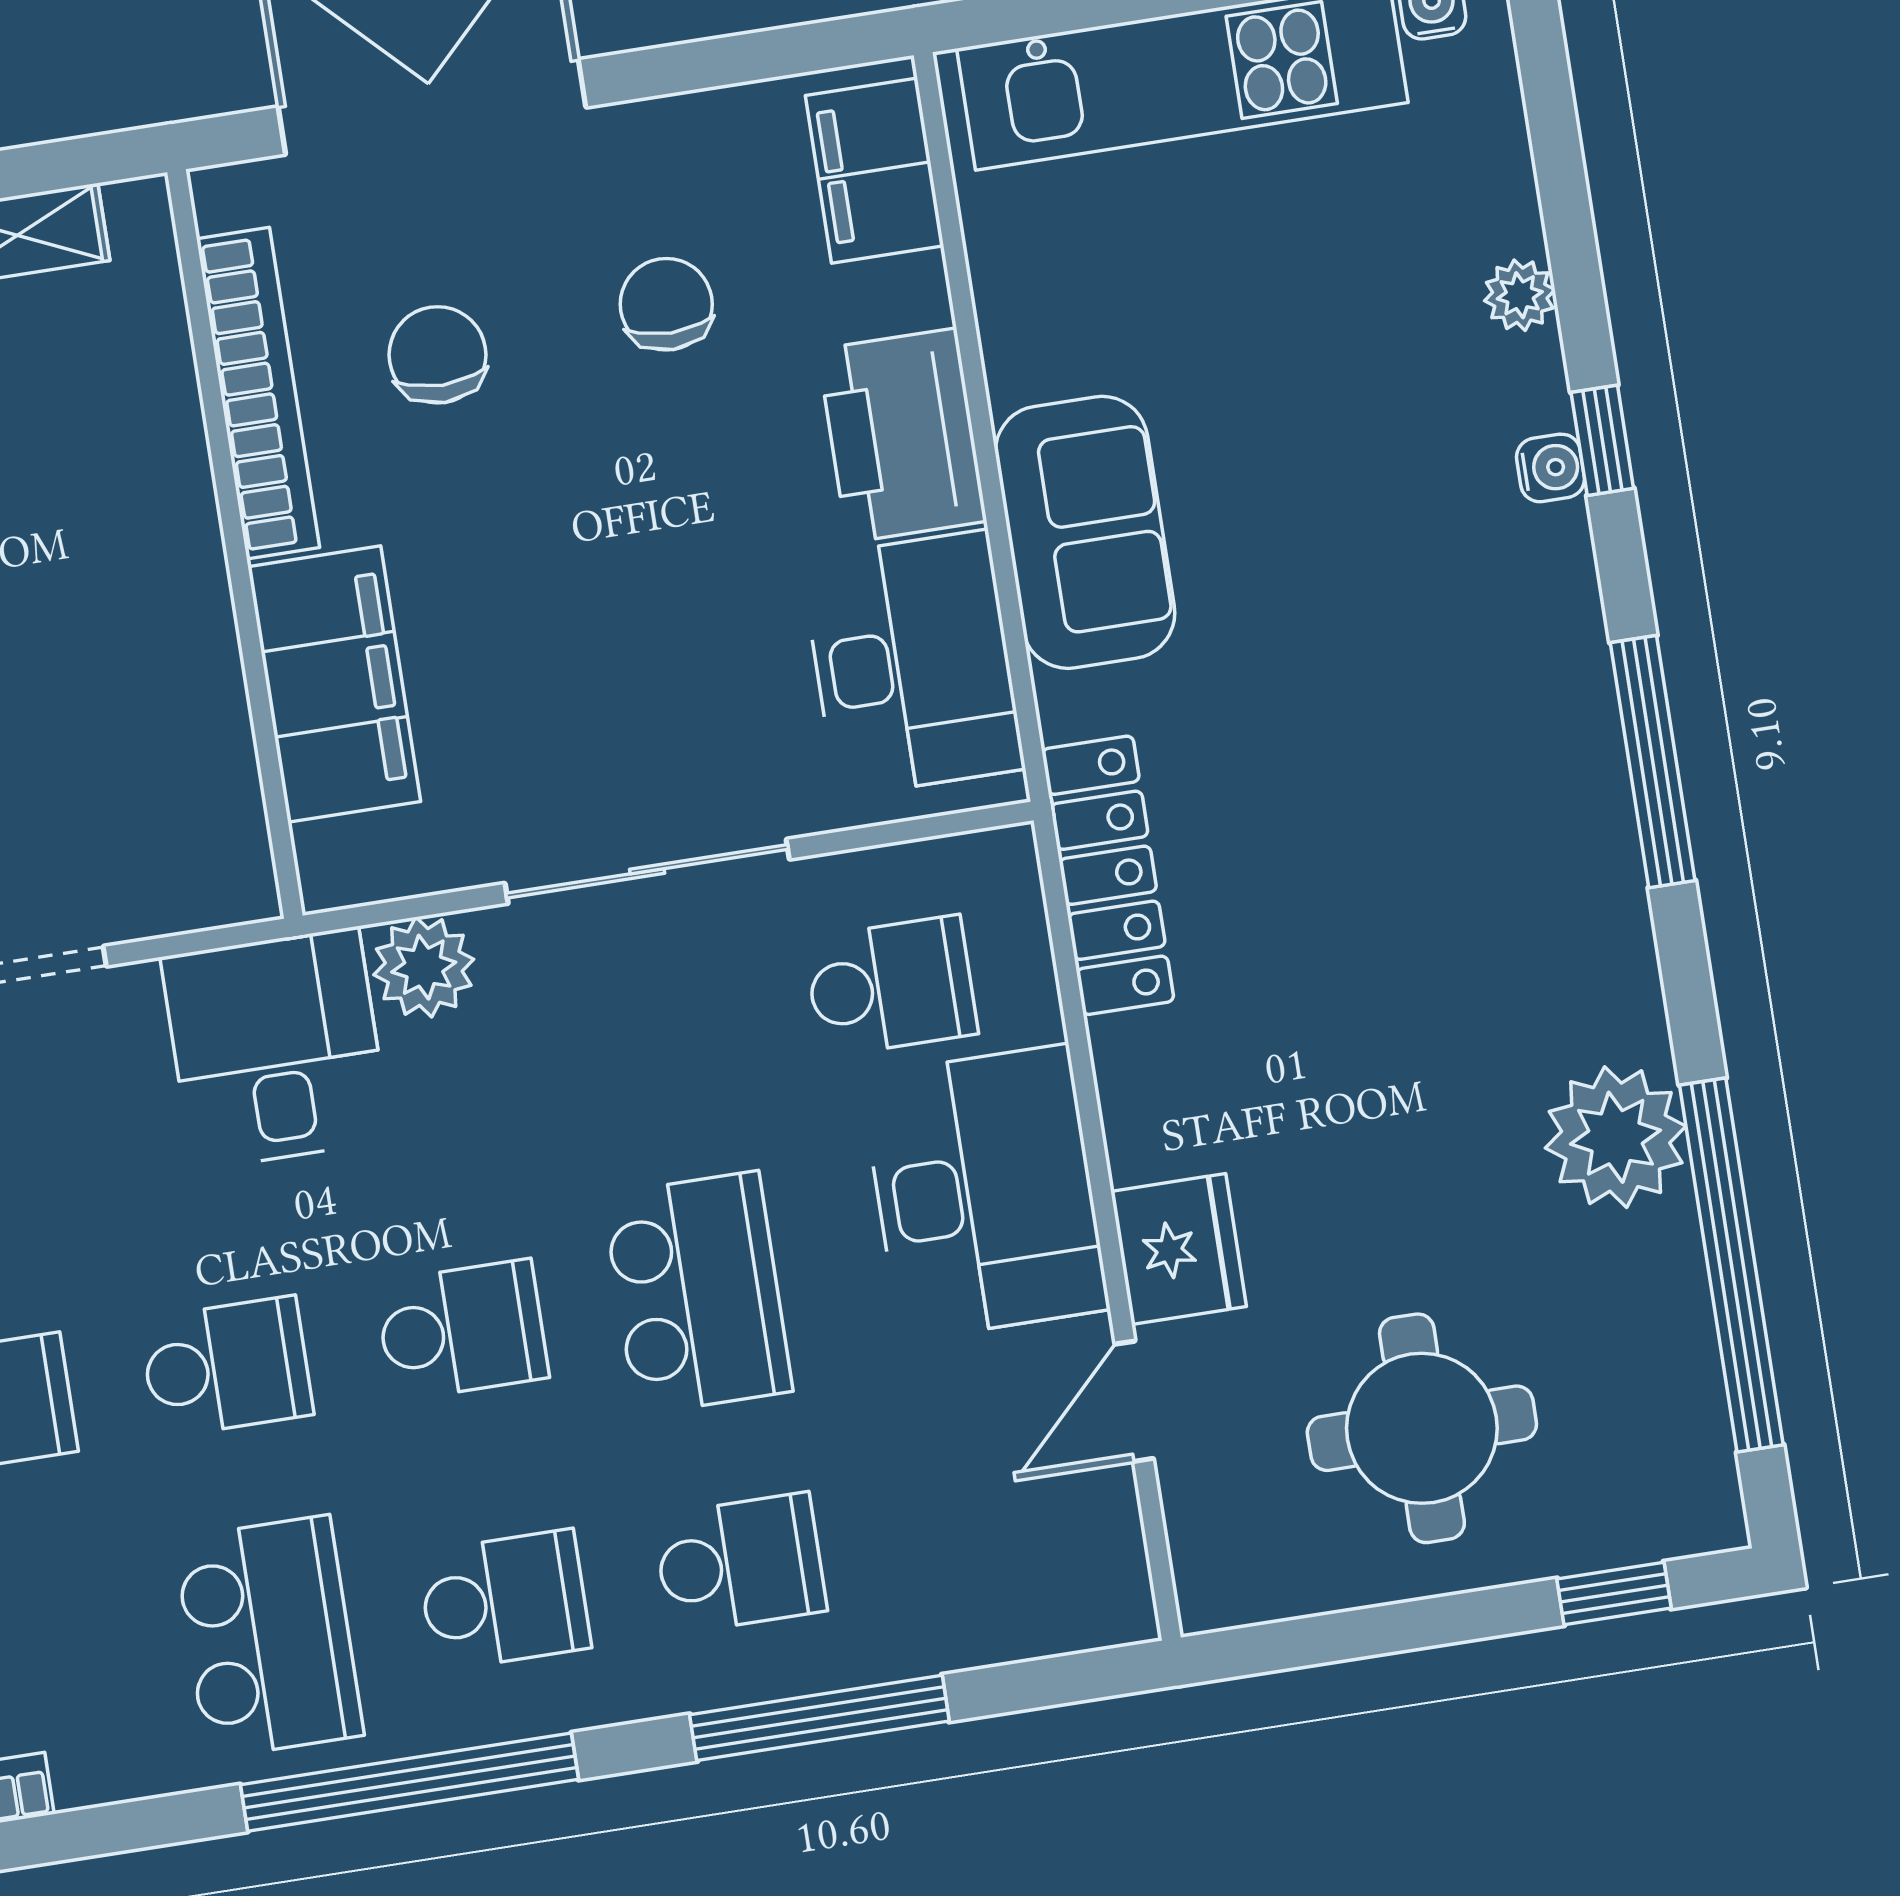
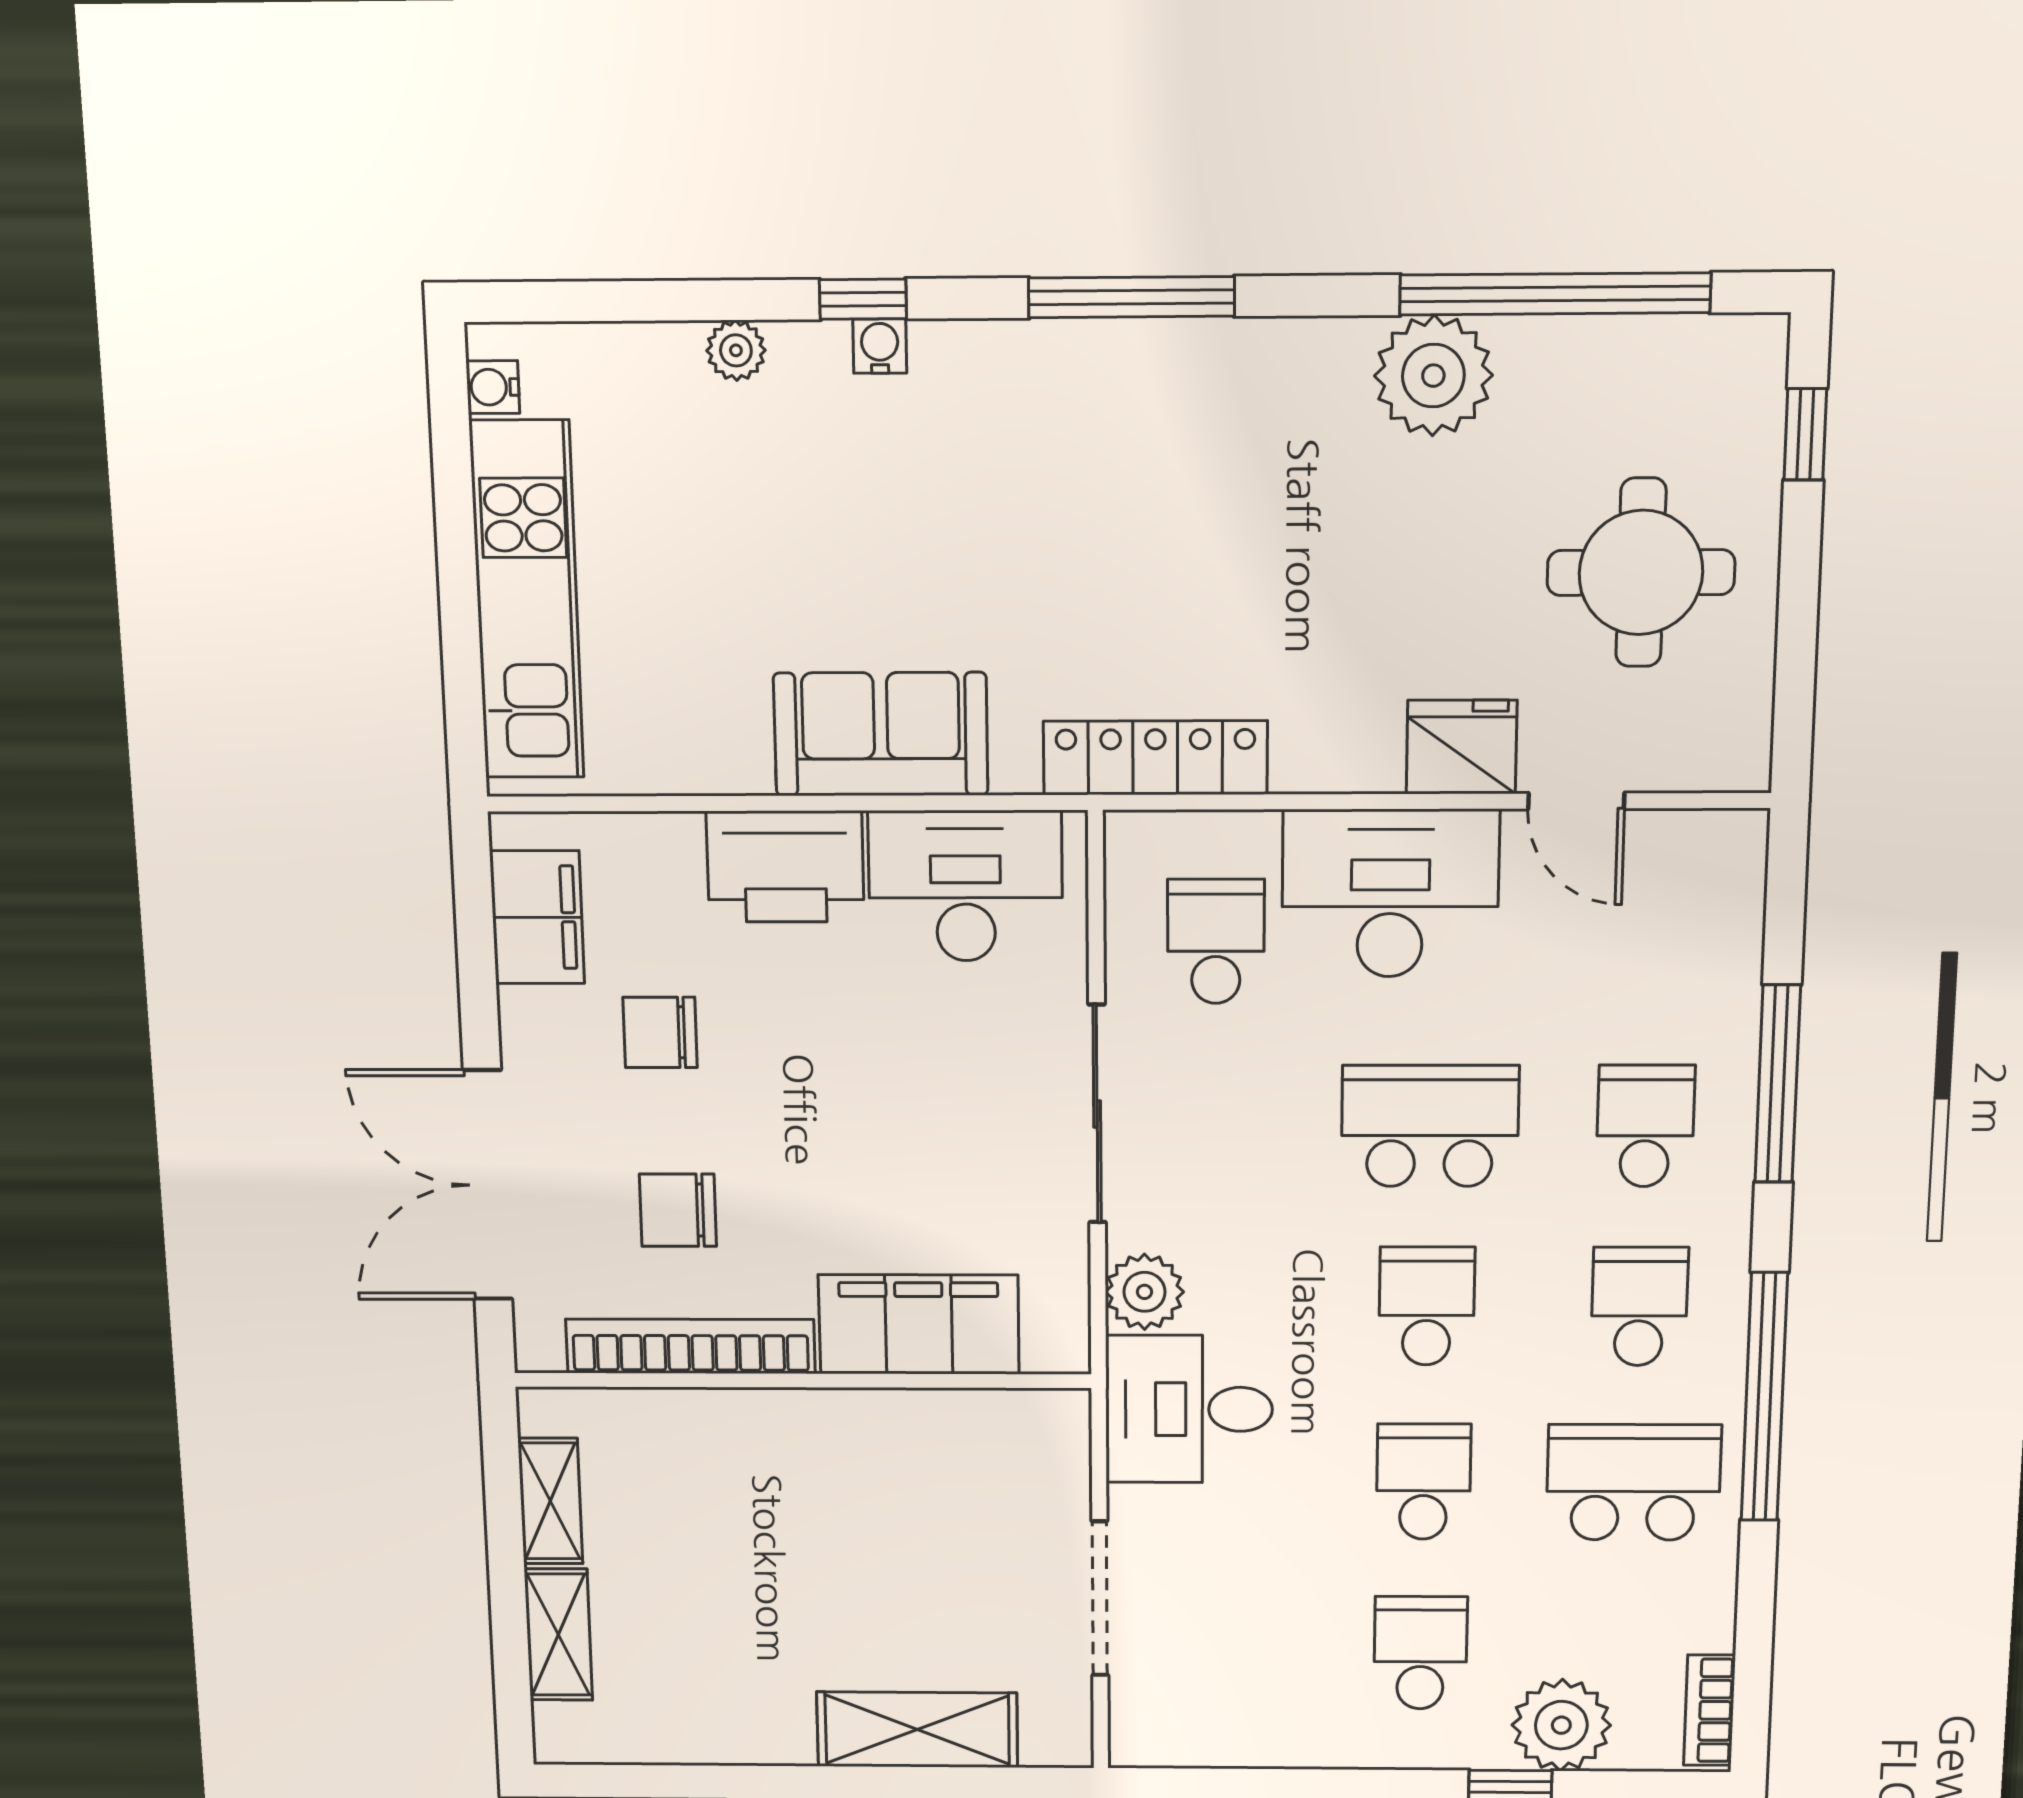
filing cabinet: (875, 171) -> (537, 917), moved, turned -90

